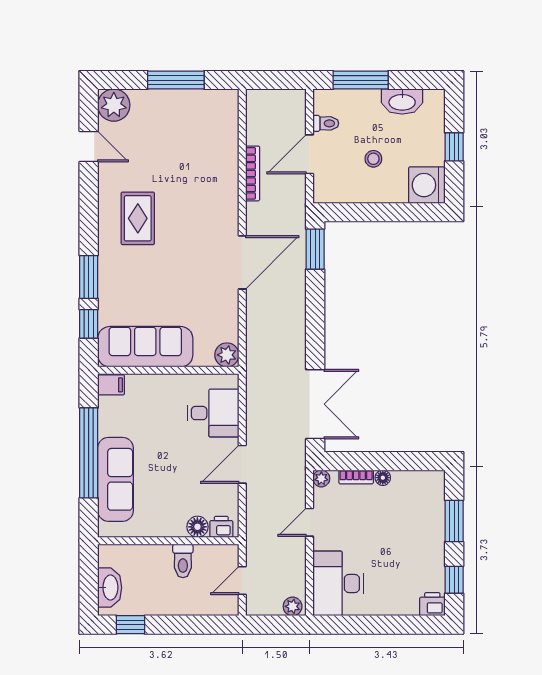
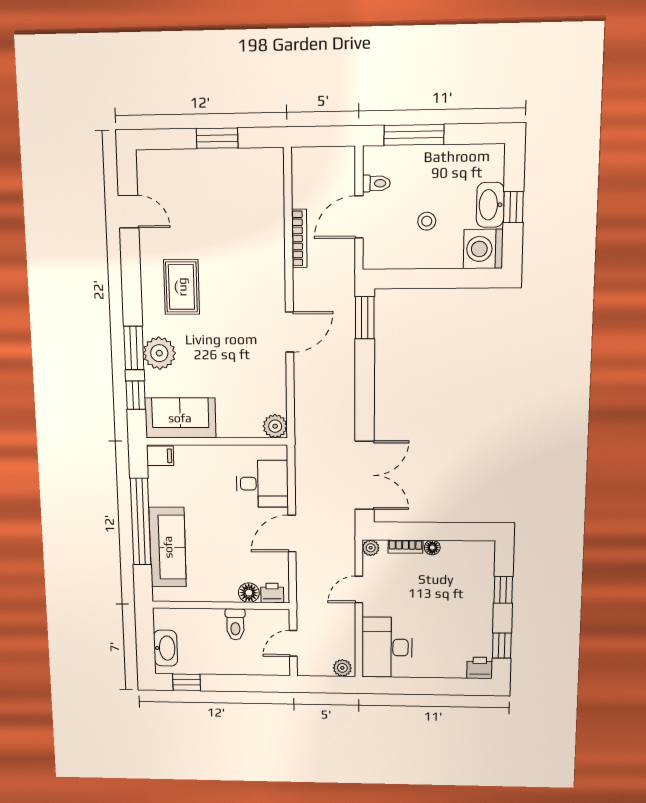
window: (176, 80) -> (217, 138), width x0.69
washbasin: (402, 102) -> (490, 205), moved, turned 90
plant: (114, 105) -> (159, 353), moved
door: (242, 262) -> (290, 332), width x0.73
sofa: (145, 347) -> (180, 418), width x0.73
window: (454, 521) -> (503, 590), width x0.67

